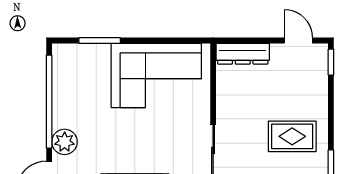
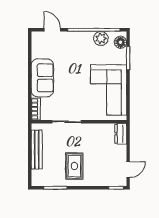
floor lamp: (71, 54) -> (120, 42), added
dresser: (243, 54) -> (121, 134), width x0.70
plant: (65, 142) -> (101, 38), moved

